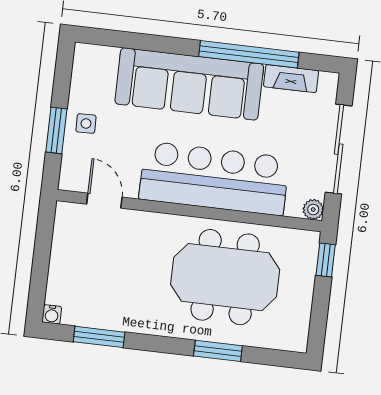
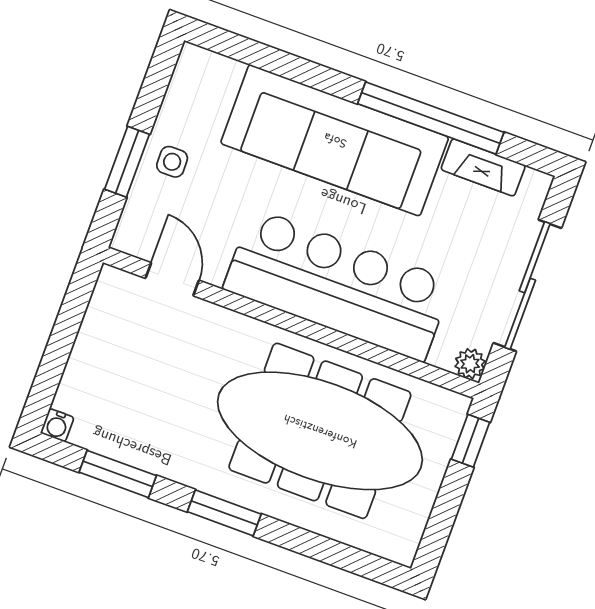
meeting table: (225, 277) -> (320, 431), width x1.36
window: (218, 351) -> (224, 513), moved

